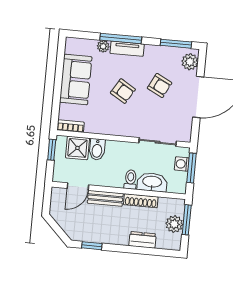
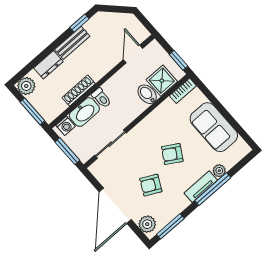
washing machine: (182, 164) -> (66, 126), moved, turned 90
bench: (105, 198) -> (72, 43), moved
plant: (174, 224) -> (26, 86), moved

